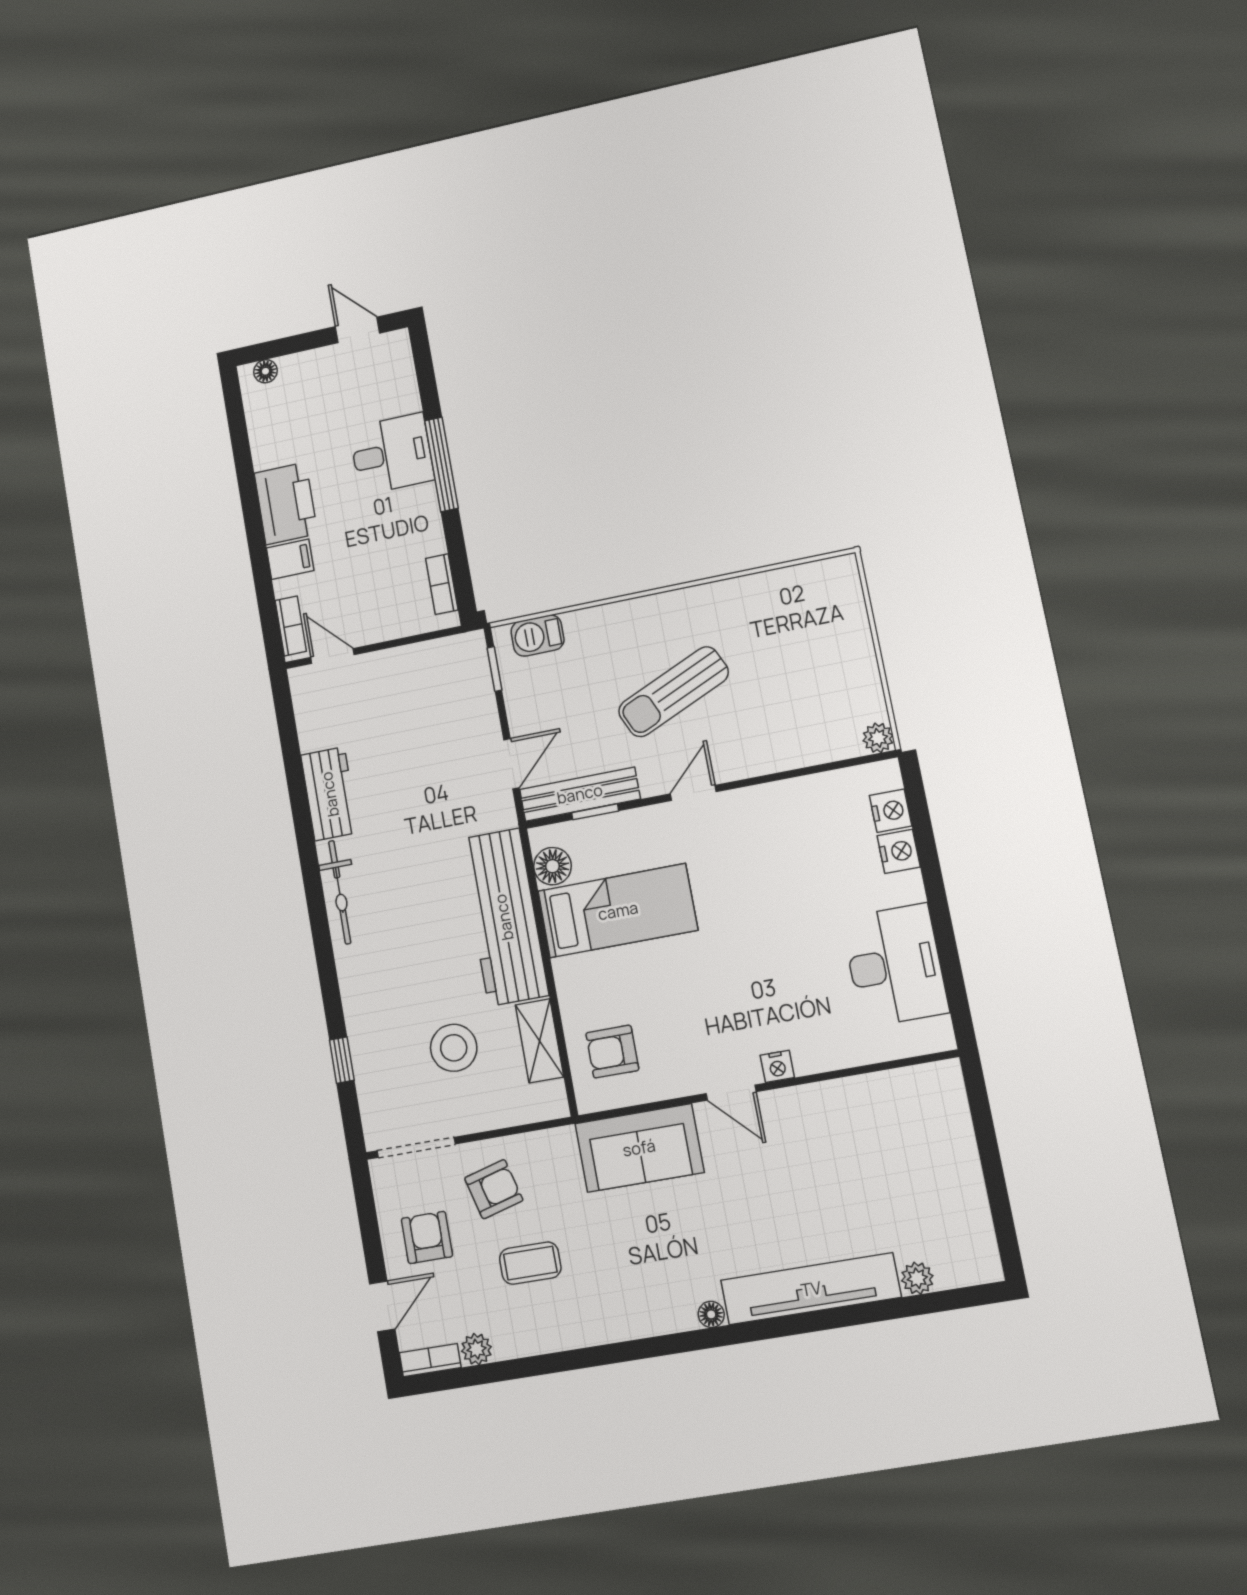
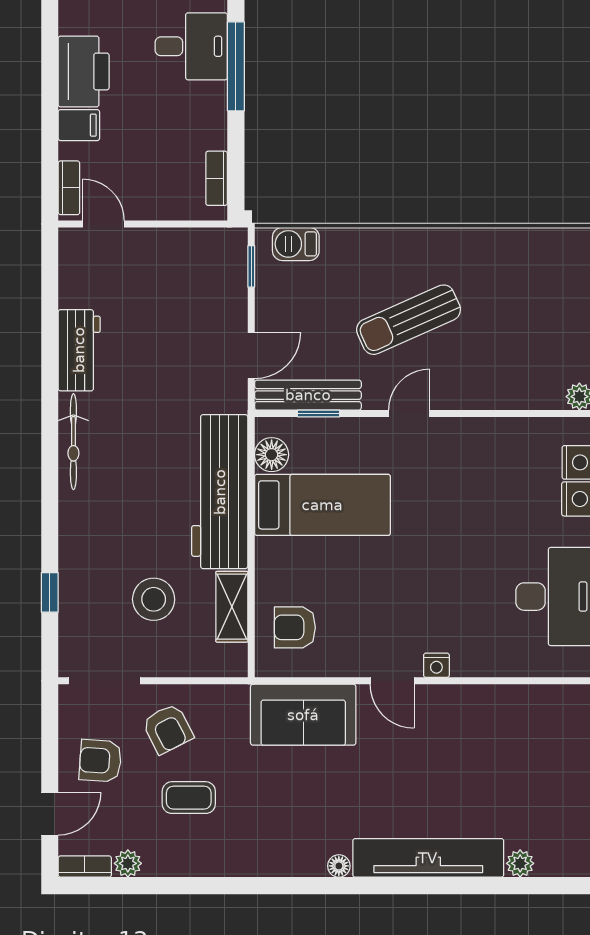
armchair: (494, 1189) -> (168, 729), turned 78
armchair: (427, 1237) -> (100, 761), turned -86

